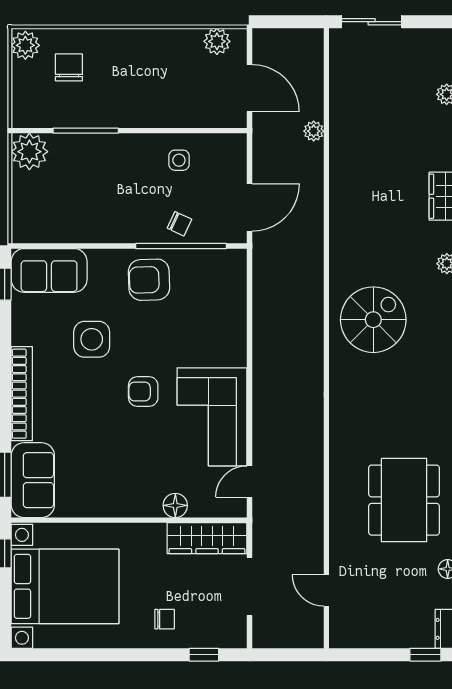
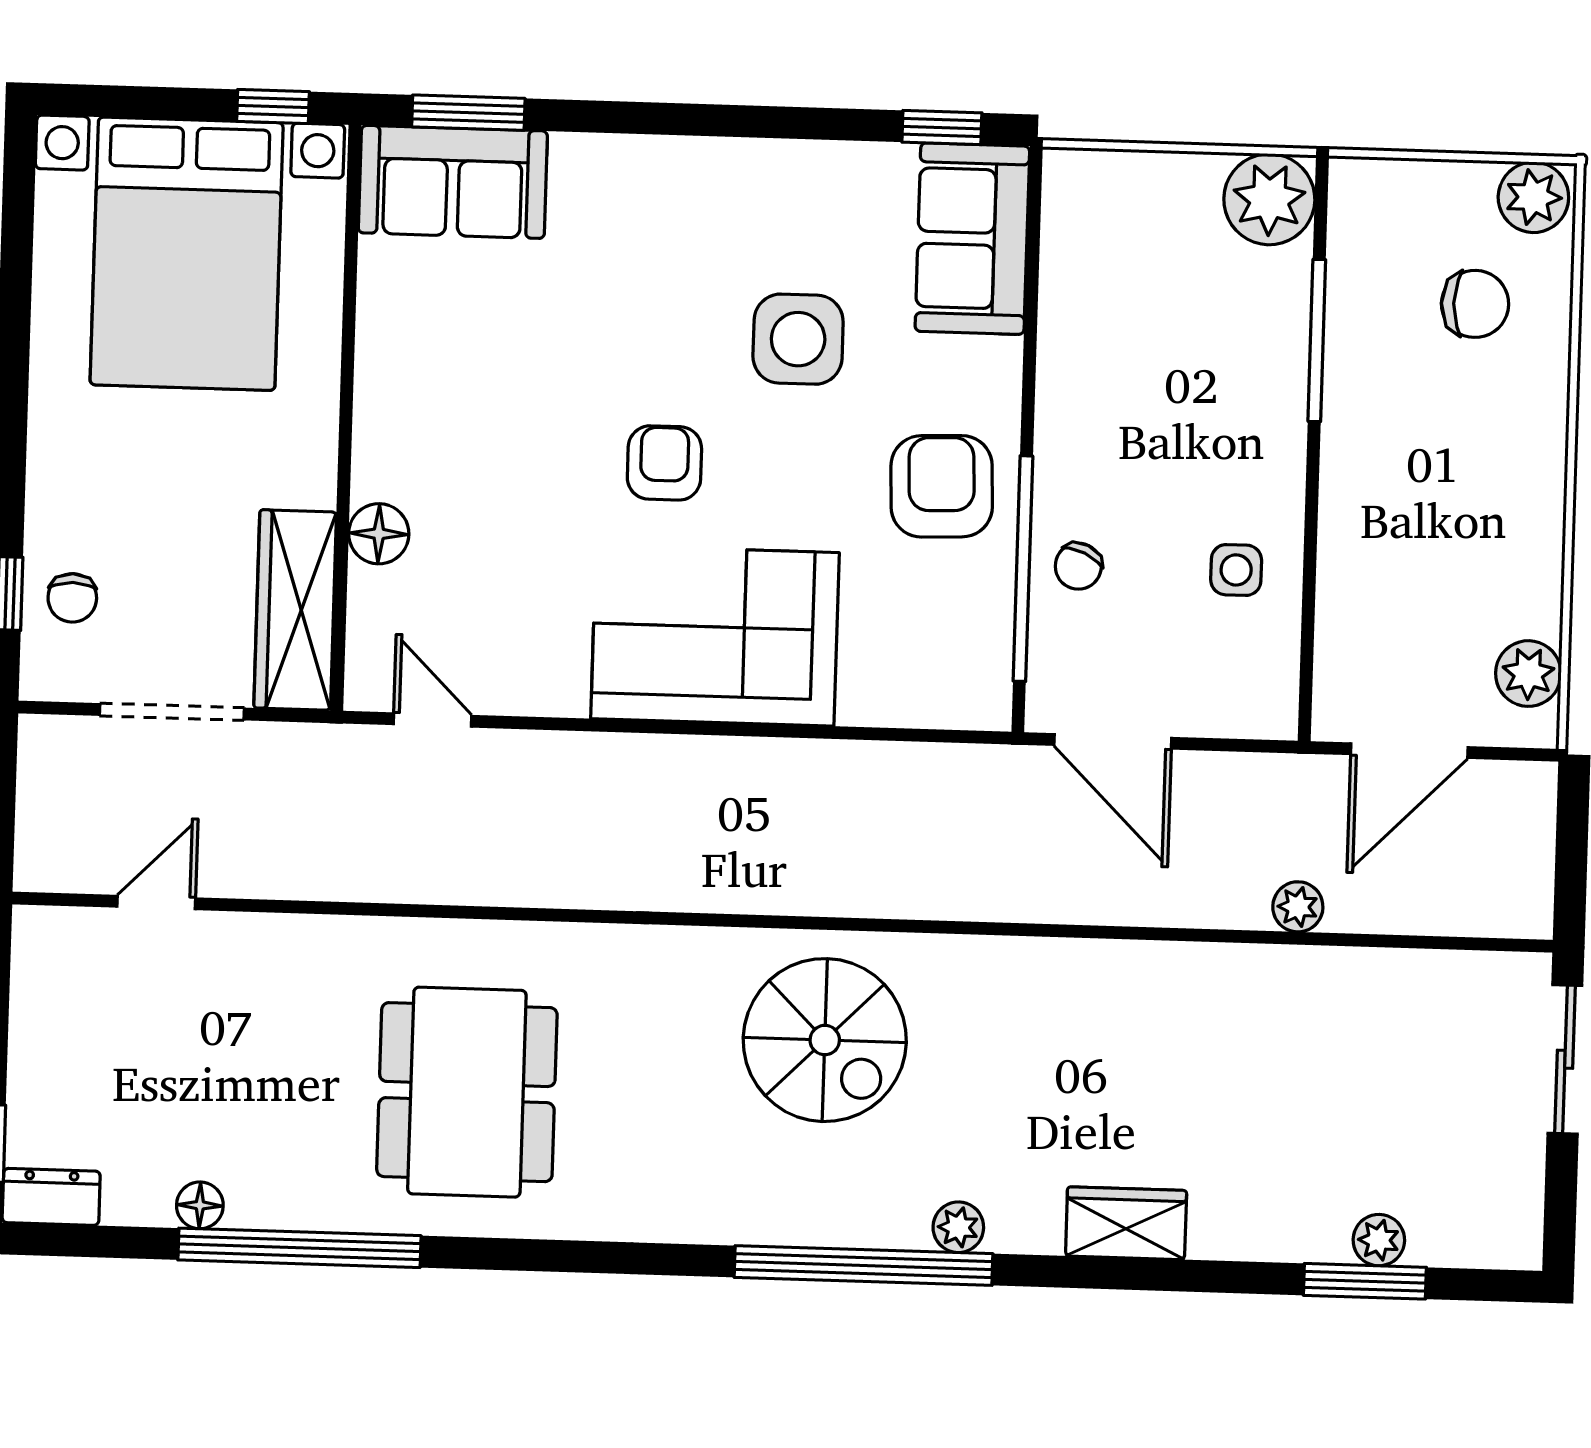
bookcase: (22, 394) -> (669, 161), removed
corner sofa: (212, 417) -> (715, 636), moved
dining table: (404, 500) -> (467, 1092), moved, turned 90
chair: (165, 619) -> (72, 598), moved

